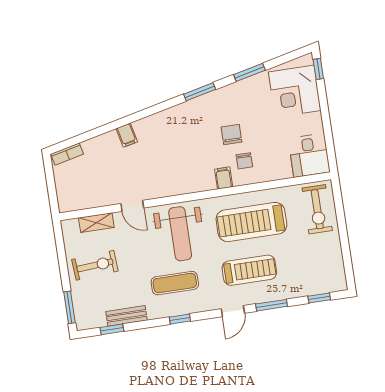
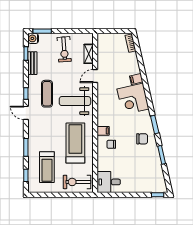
corner desk: (295, 91) -> (133, 99), moved, turned -103
chair: (231, 134) -> (142, 139), moved
treadmill: (249, 270) -> (47, 167), moved
door: (233, 311) -> (26, 113), moved
water cooler: (84, 321) -> (33, 38), added

